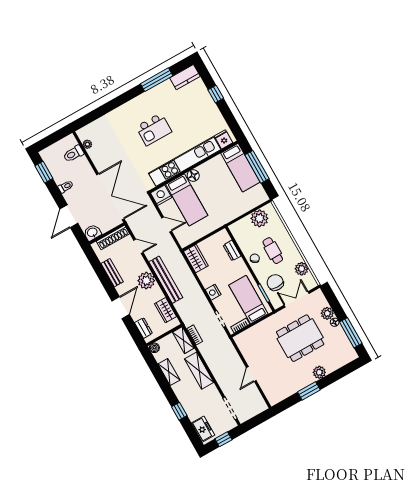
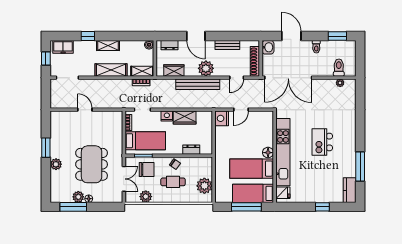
nightstand: (161, 195) -> (222, 118), moved, turned 180
bed: (187, 200) -> (252, 169), moved
wardrobe: (196, 259) -> (185, 118), moved
plant: (327, 313) -> (78, 197), moved
shelving: (169, 372) -> (108, 45), moved

